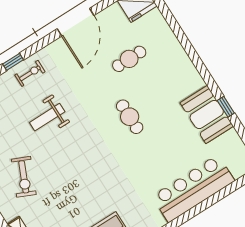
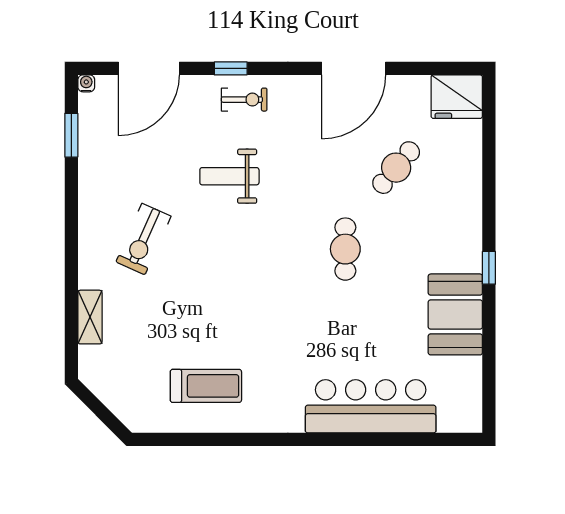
cafe table: (129, 59) -> (396, 168), turned -50
window: (226, 107) -> (489, 268), moved

